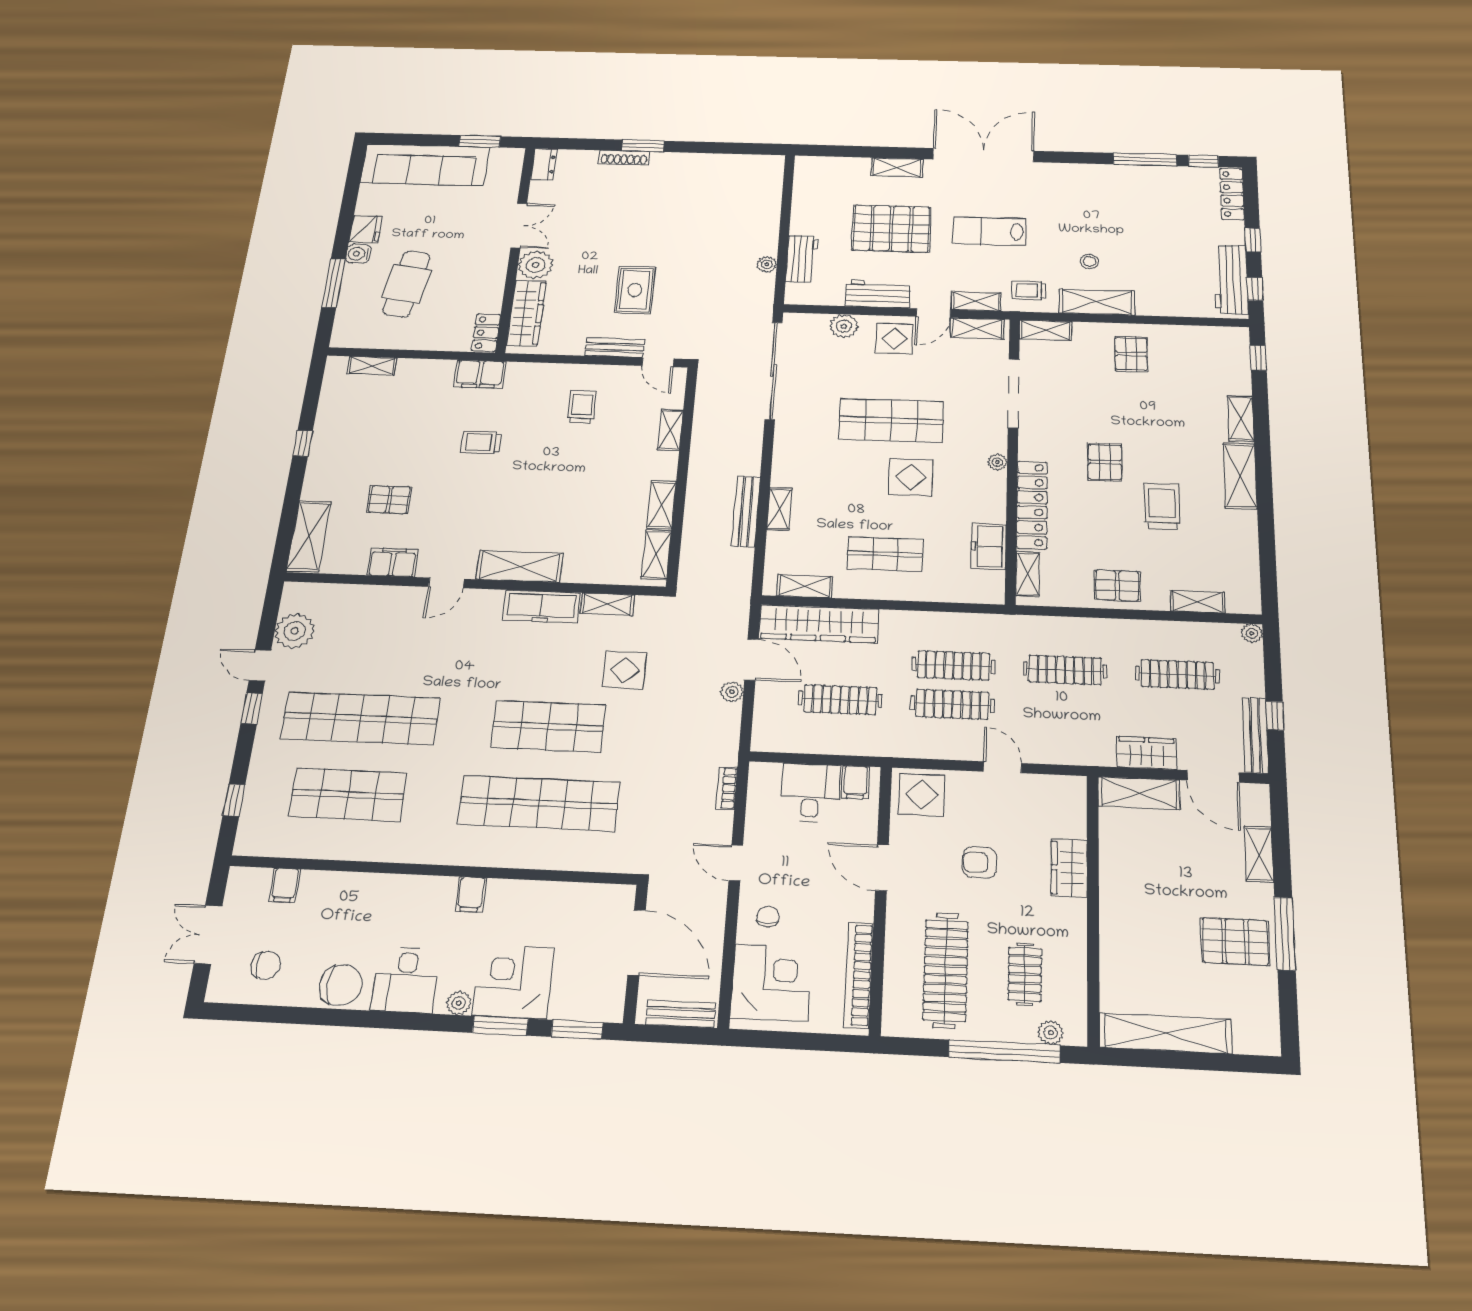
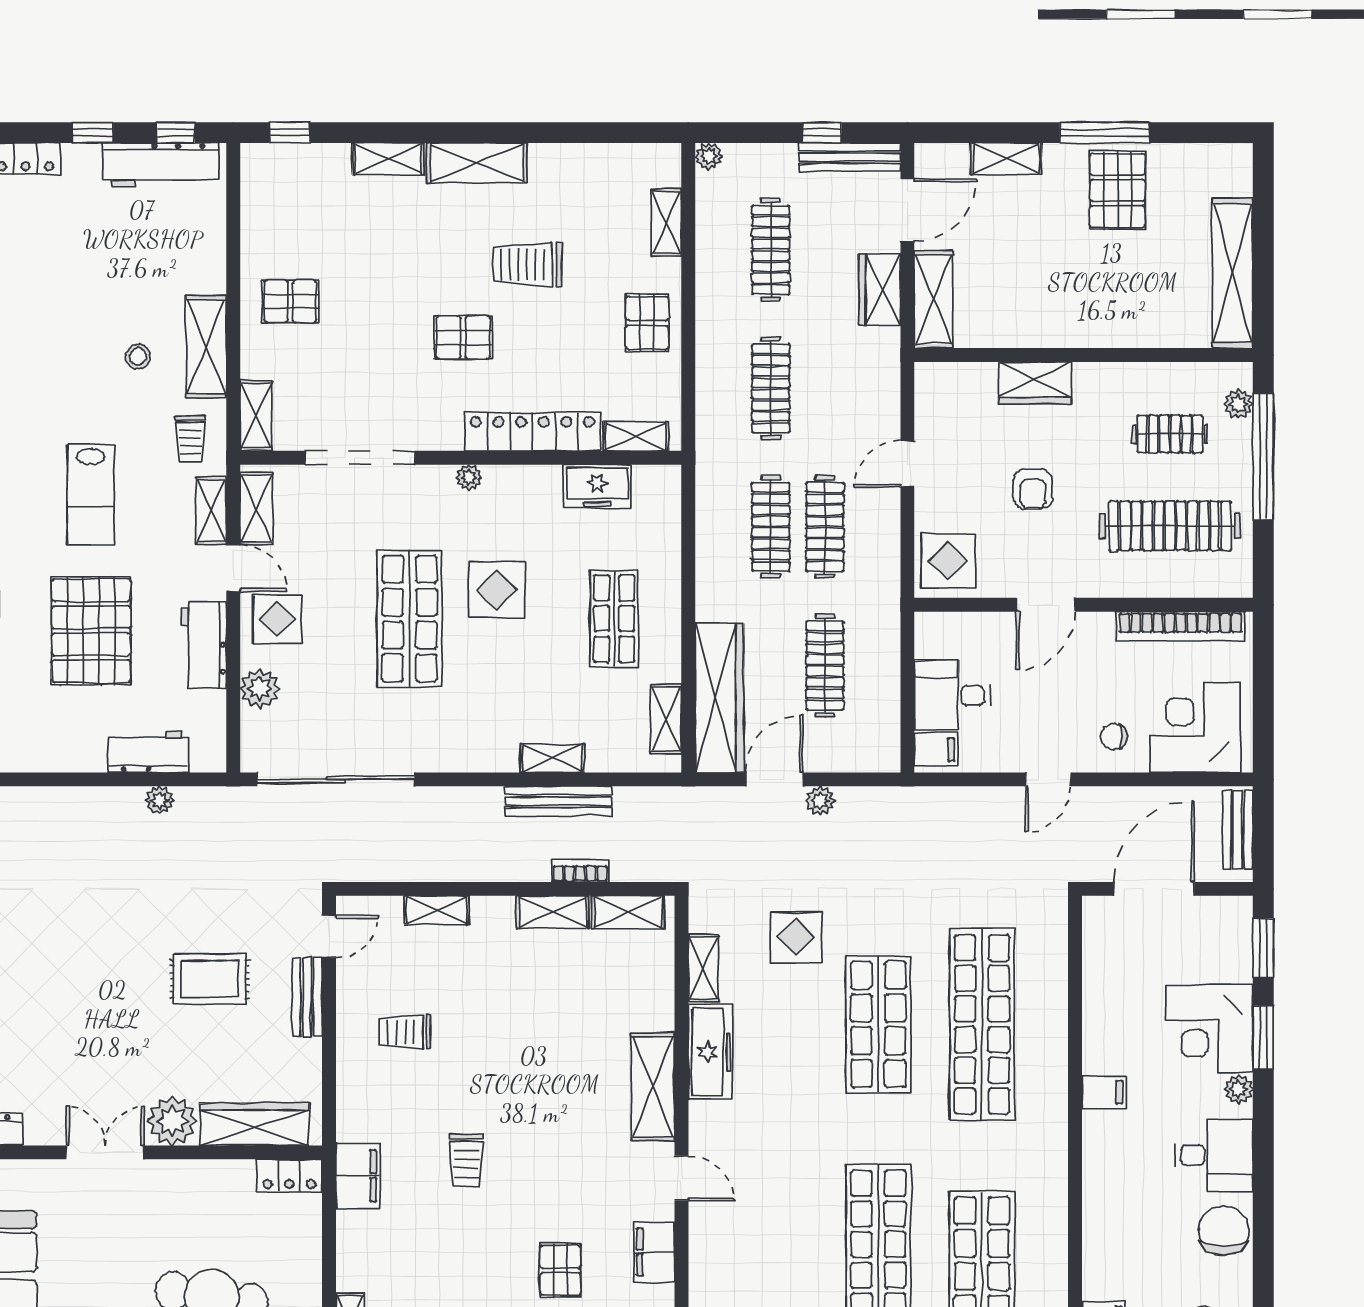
filing cabinet: (856, 782) -> (936, 750), moved
bookcase: (727, 788) -> (580, 871), moved, turned 180

